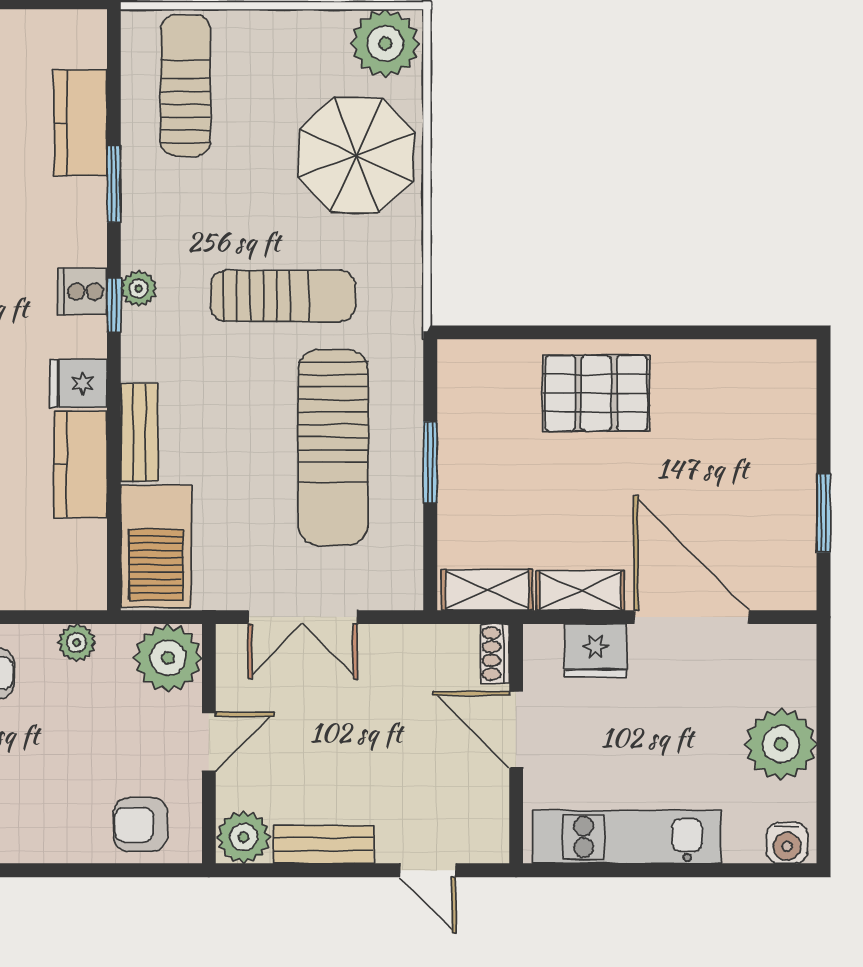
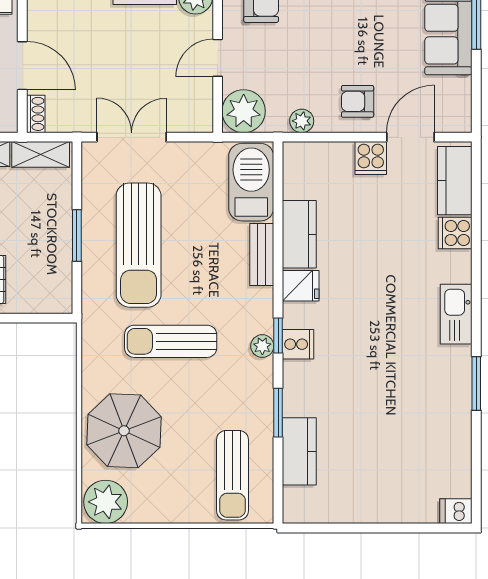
sun lounger: (333, 447) -> (139, 245), turned 180
double door: (303, 617) -> (132, 137), moved

